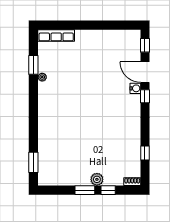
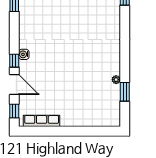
row of seats: (56, 35) -> (42, 121), moved
water cooler: (135, 88) -> (24, 54), moved

